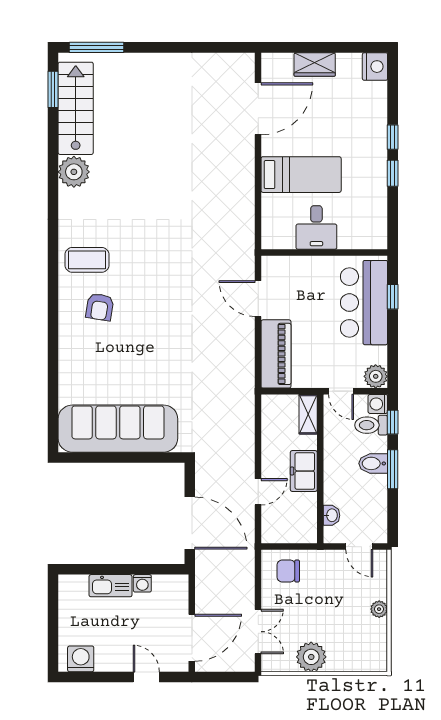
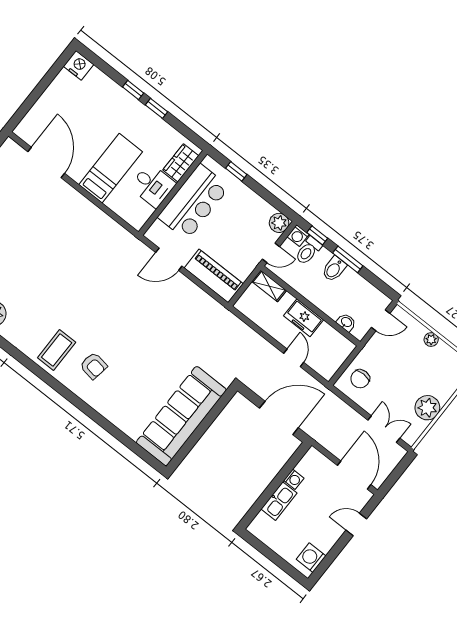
wardrobe: (315, 64) -> (181, 163), moved, turned 180
bar counter: (364, 303) -> (194, 202), moved, turned -90

